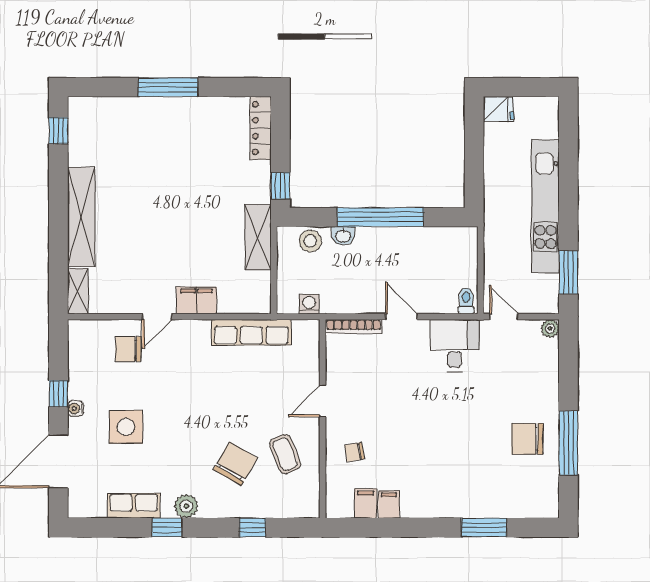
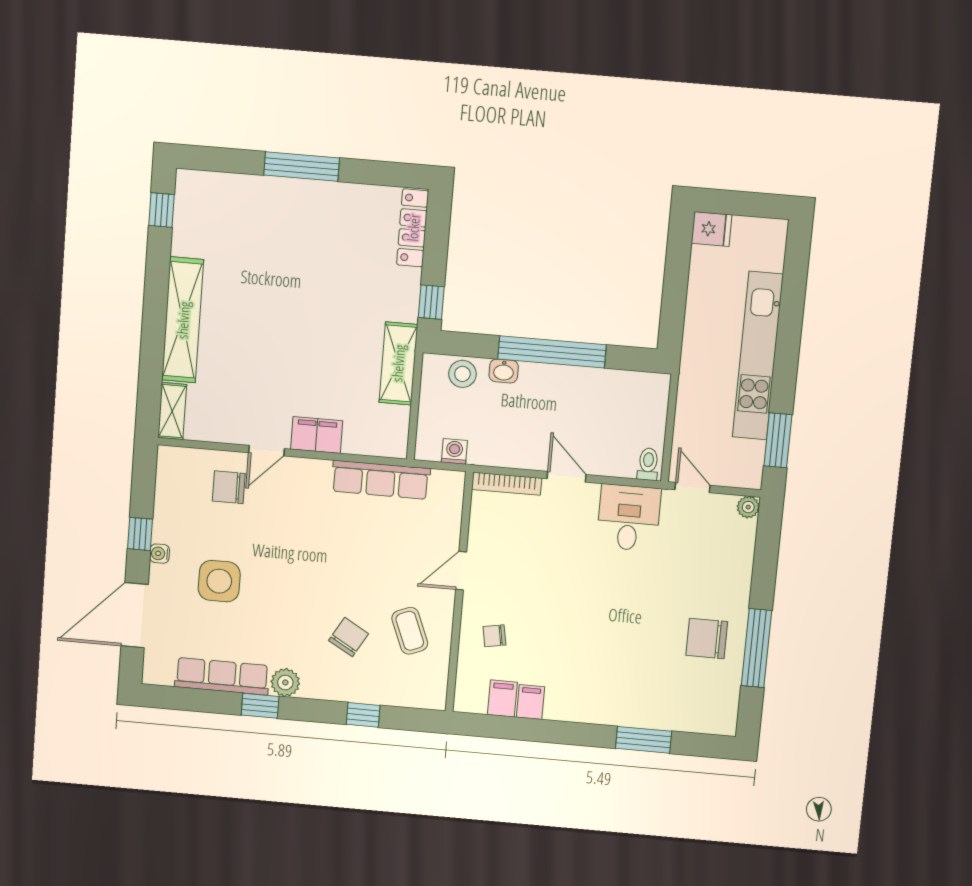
chair: (235, 464) -> (349, 637), width x0.73, depth x0.73
row of seats: (134, 506) -> (222, 676), width x1.48

